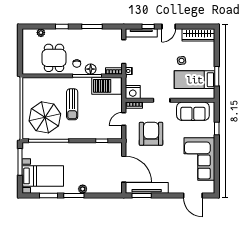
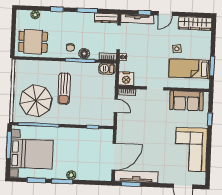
dresser: (111, 33) -> (106, 18), added
dining table: (54, 58) -> (33, 42), moved, turned 90
barbecue: (107, 86) -> (107, 69), width x0.53, depth x0.65
door: (124, 119) -> (116, 106), swing flipped
armchair: (151, 134) -> (143, 122), removed
door: (124, 169) -> (114, 157), hinge flipped
bed with nightstands: (43, 176) -> (32, 154), width x1.36

